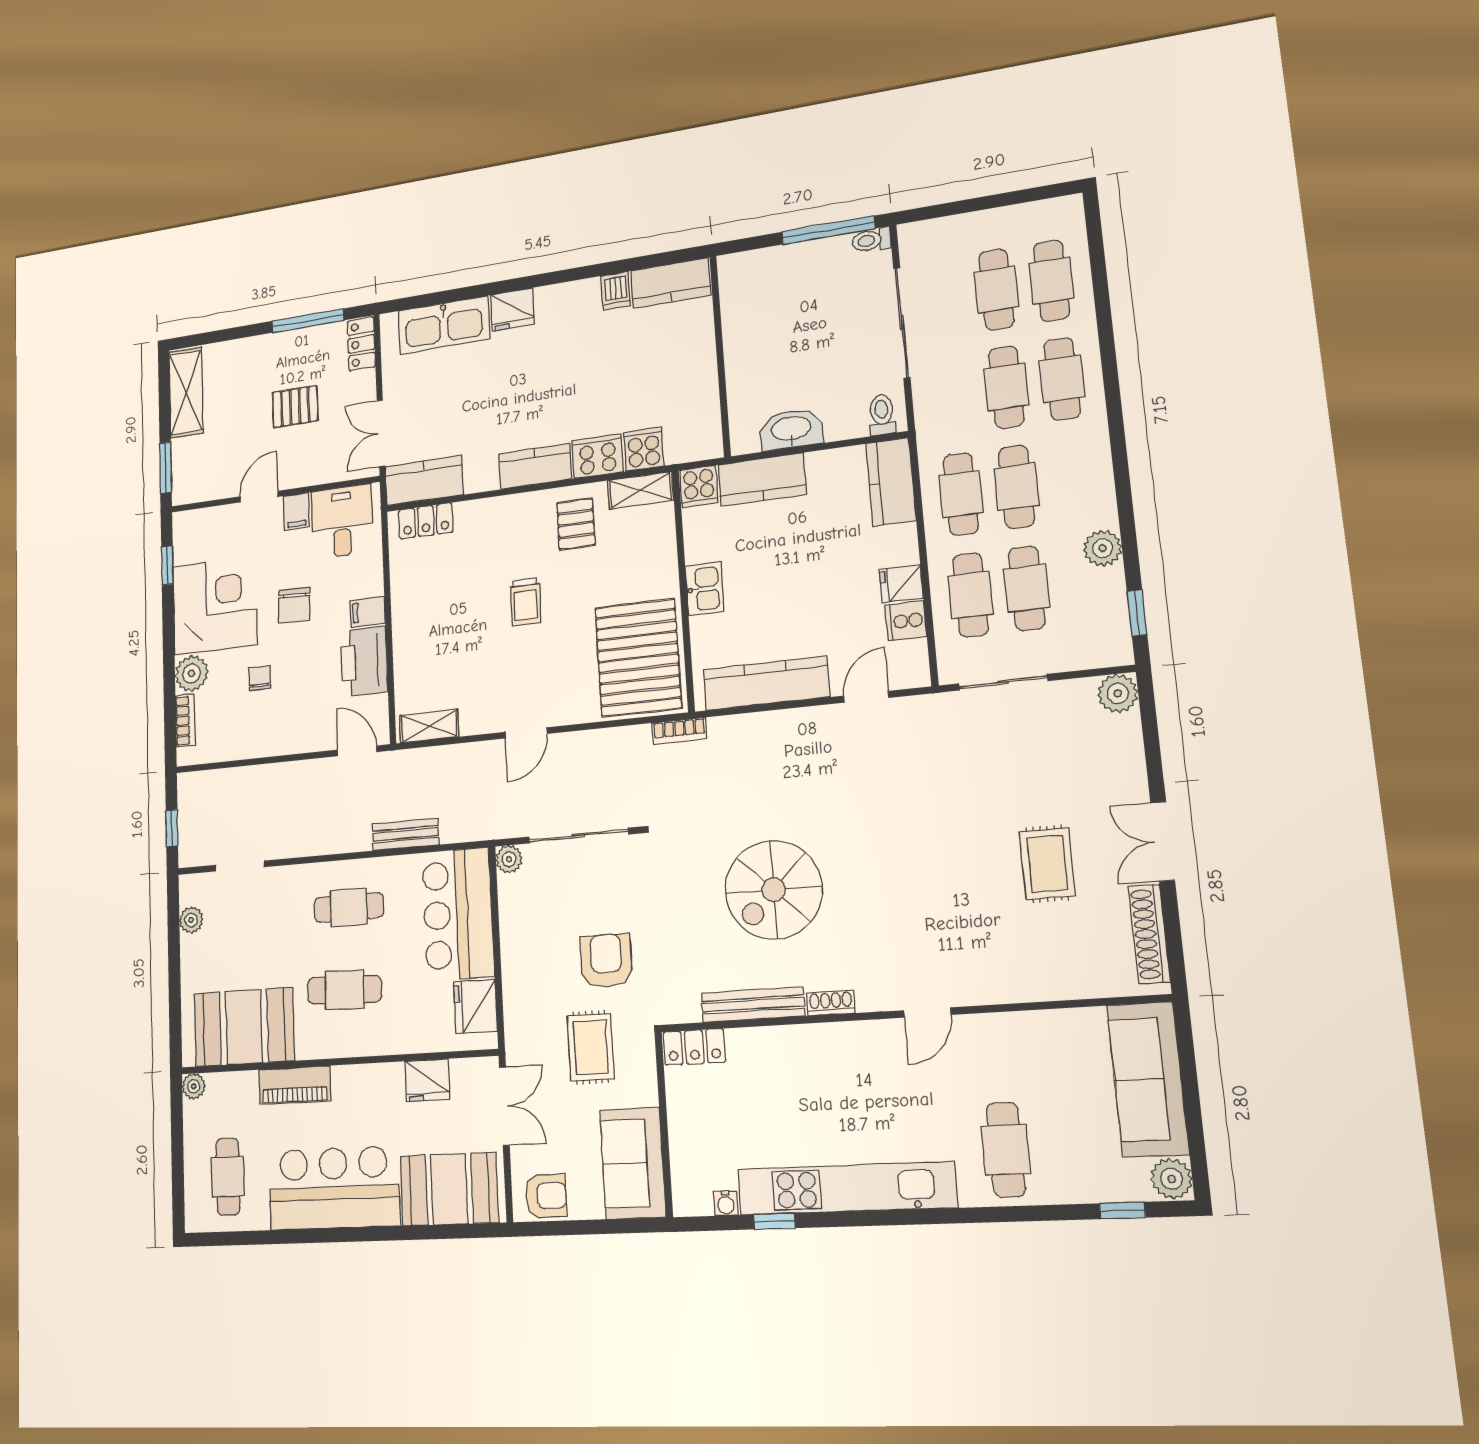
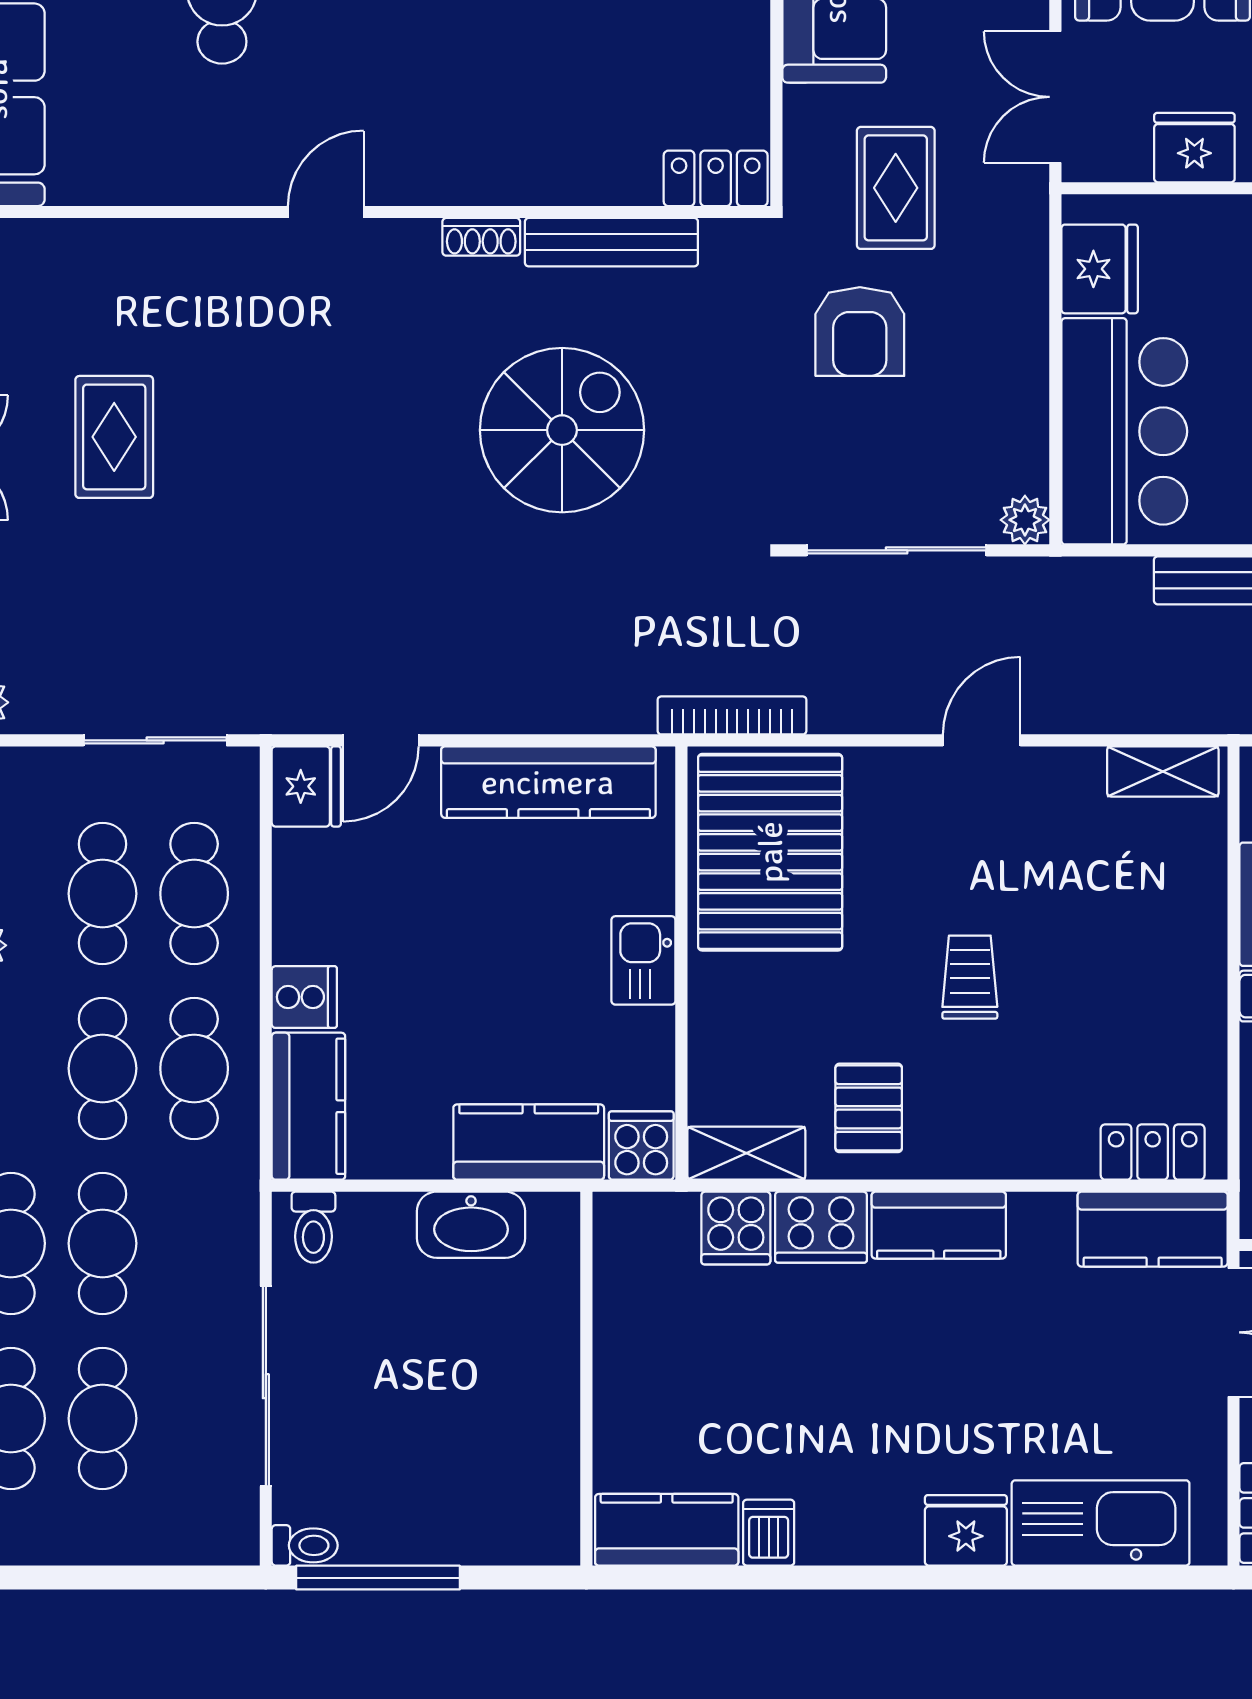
fridge: (901, 584) -> (306, 786), moved, width x1.38
cooker: (906, 621) -> (304, 997), moved
bookcase: (679, 731) -> (732, 715), width x1.56

